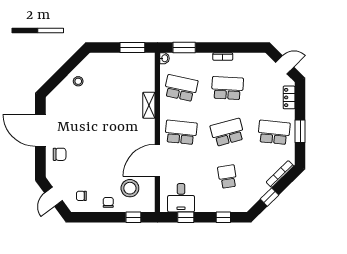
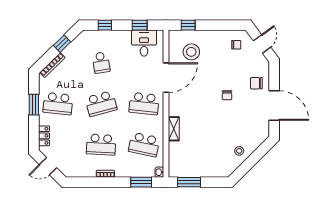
chair: (108, 202) -> (227, 95), moved

